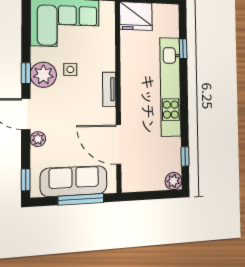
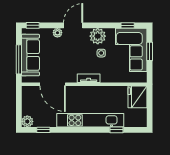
window: (26, 73) -> (128, 25), moved
door: (119, 144) -> (53, 84), swing flipped

